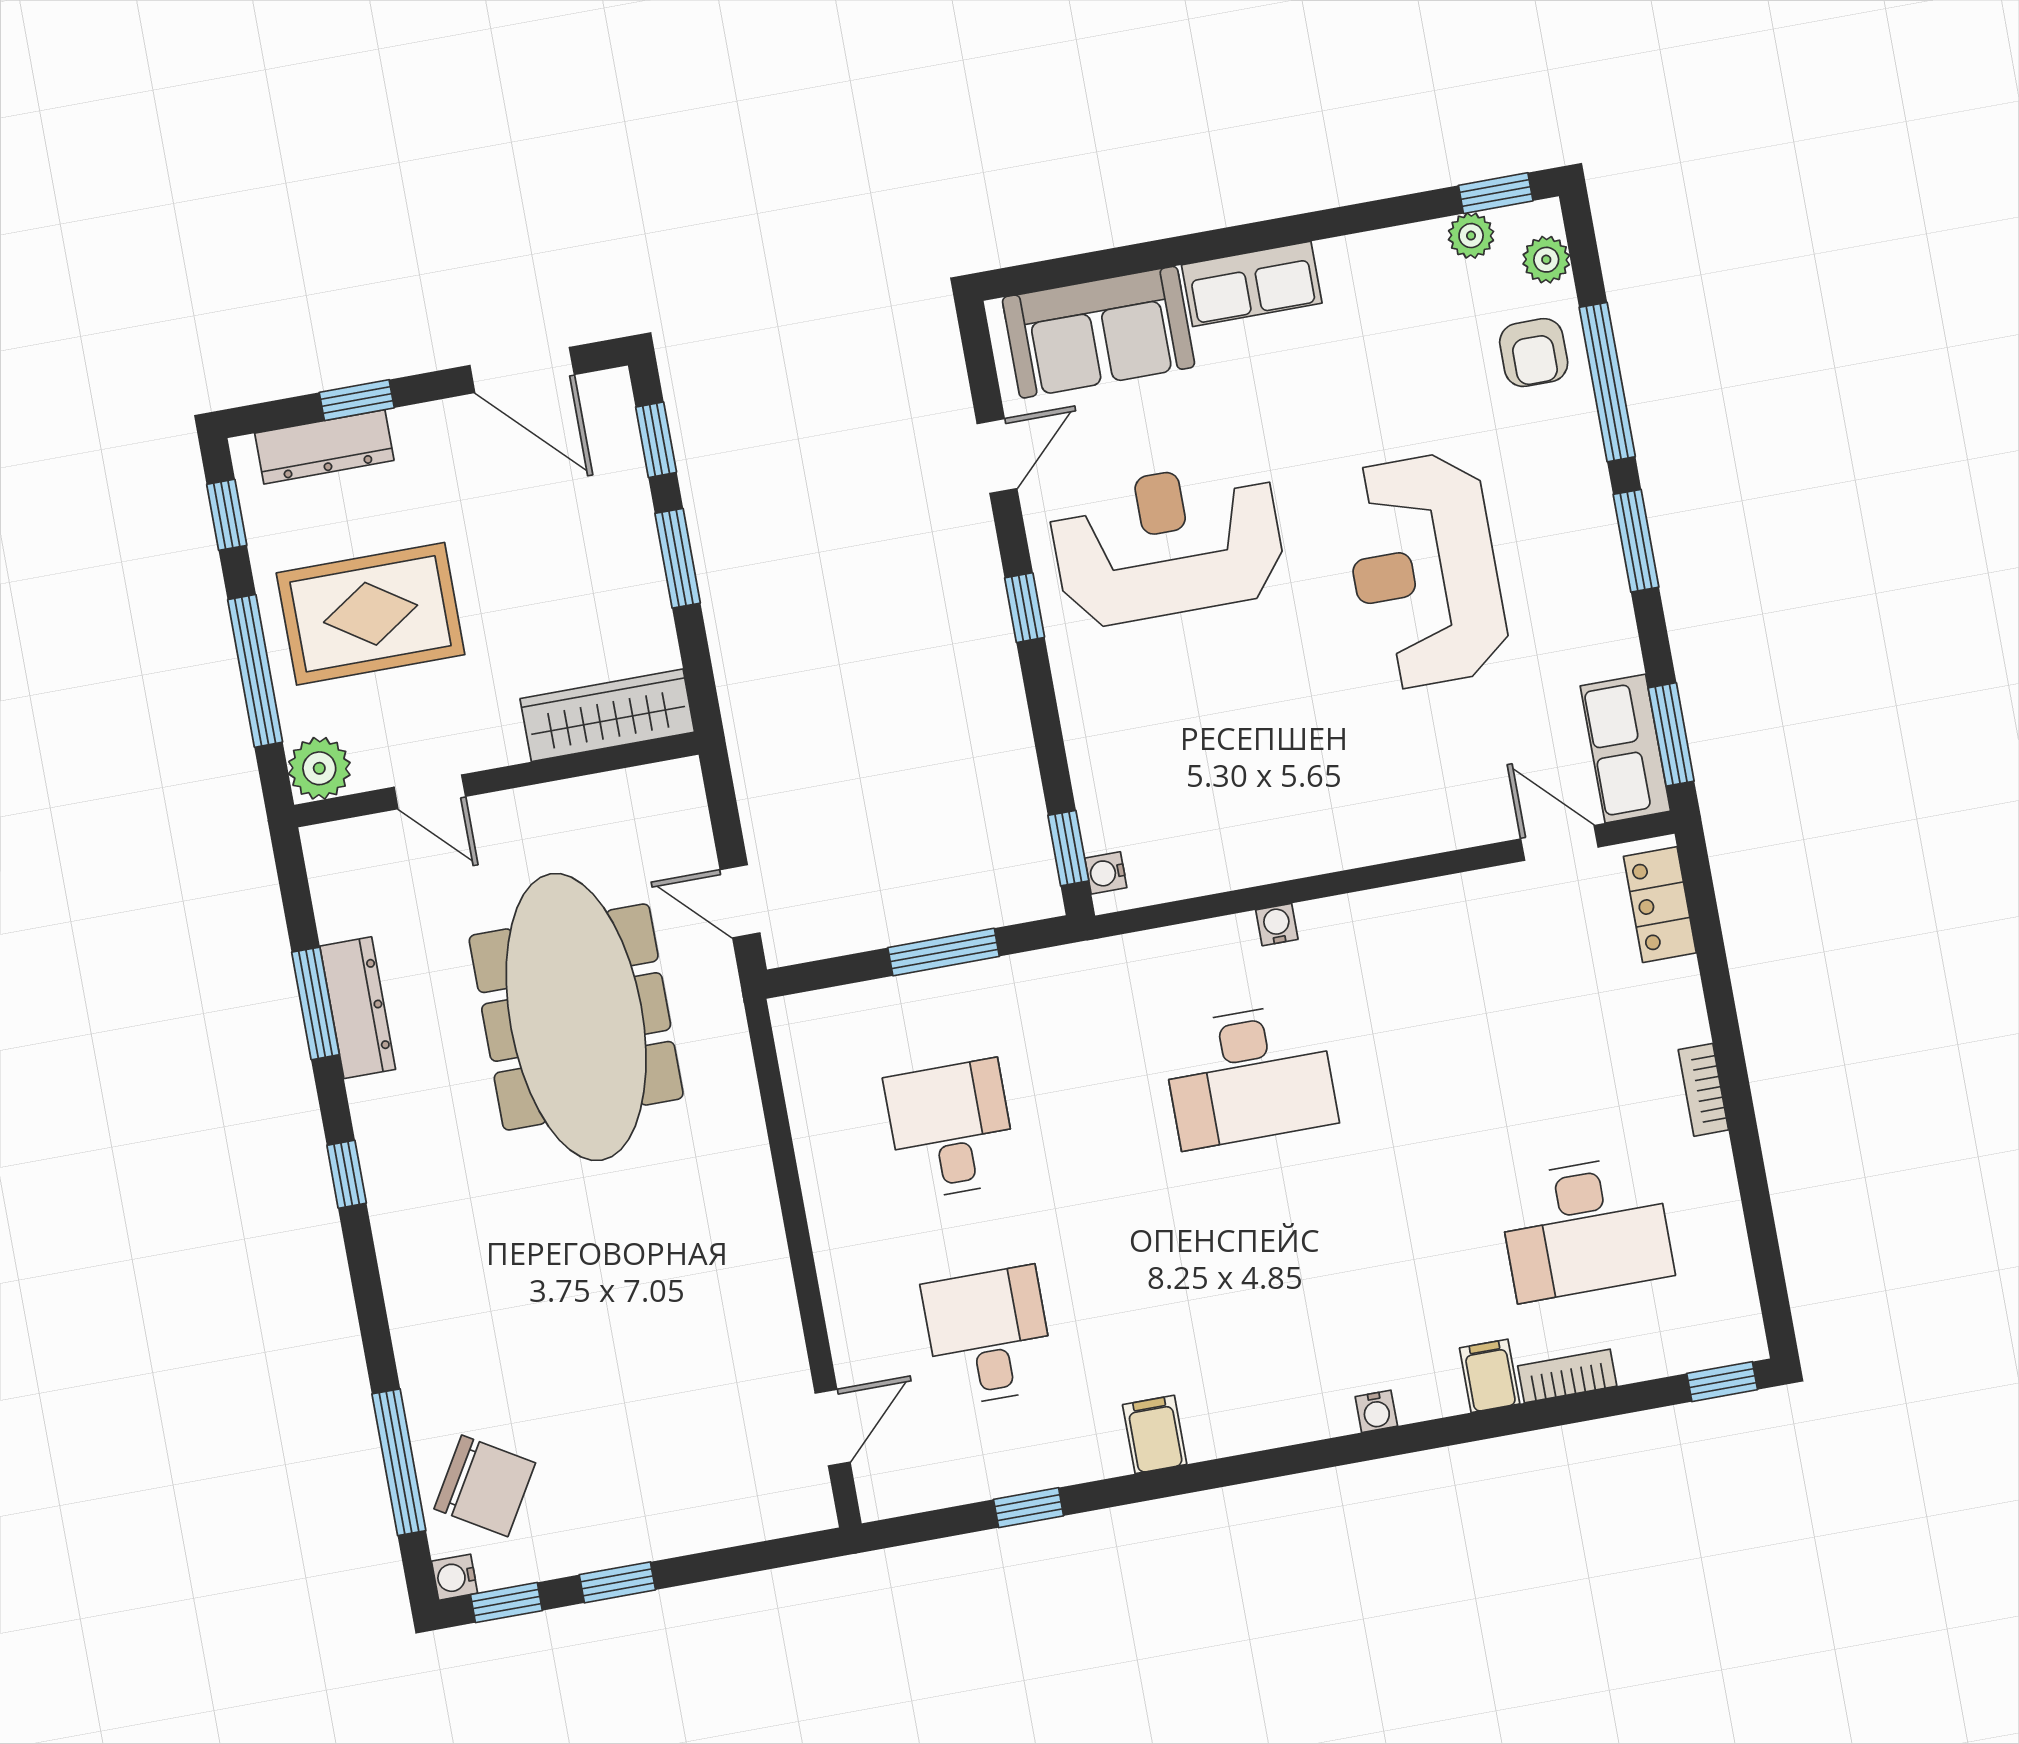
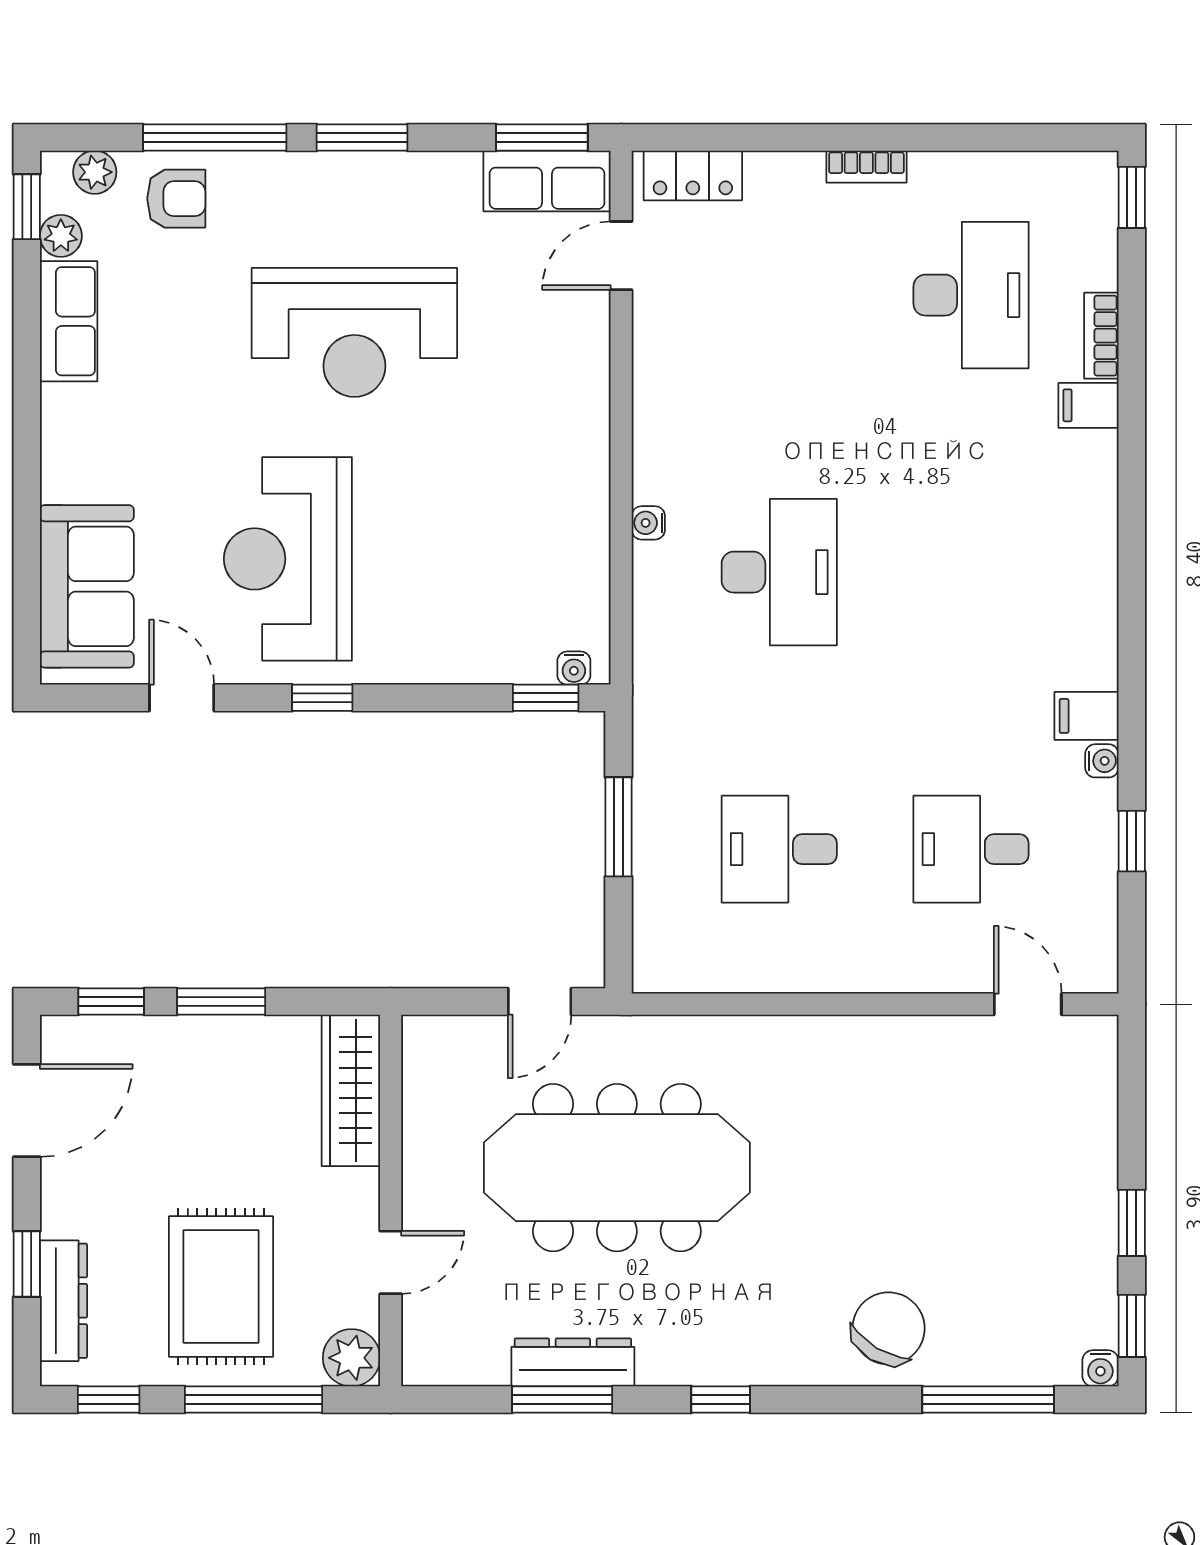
row of seats: (1252, 284) -> (69, 321), moved
water cooler: (1376, 1411) -> (1102, 761), moved
chair: (485, 1486) -> (889, 1328), moved

